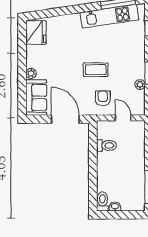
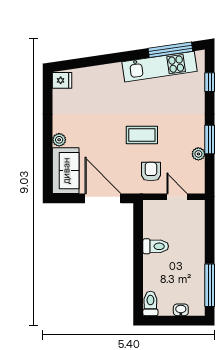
fridge: (36, 33) -> (62, 80), width x0.53, depth x0.75
toilet: (106, 145) -> (156, 246), moved
washbasin: (115, 206) -> (181, 310), moved

